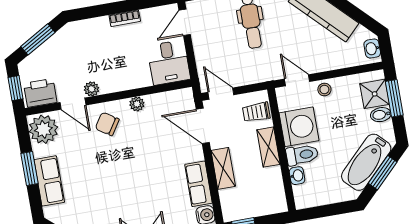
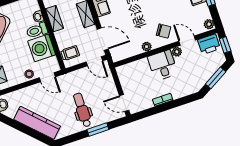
door: (185, 22) -> (124, 103), swing flipped
desk: (169, 62) -> (163, 65), moved
plant: (43, 129) -> (209, 24), width x0.53, depth x0.53
shelving: (268, 147) -> (55, 19), moved

